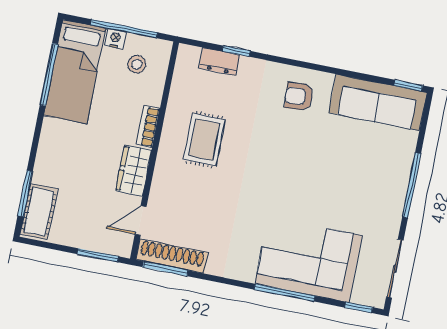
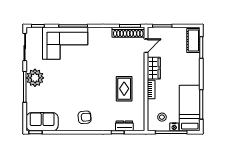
sofa: (378, 102) -> (42, 122), width x0.73
plant: (386, 200) -> (35, 78), added

